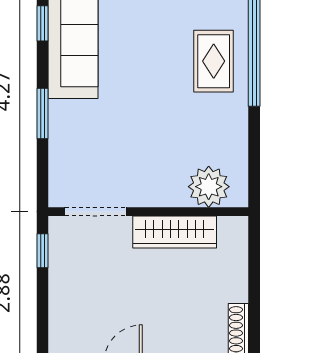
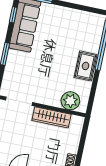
rug: (214, 61) -> (86, 66), moved

